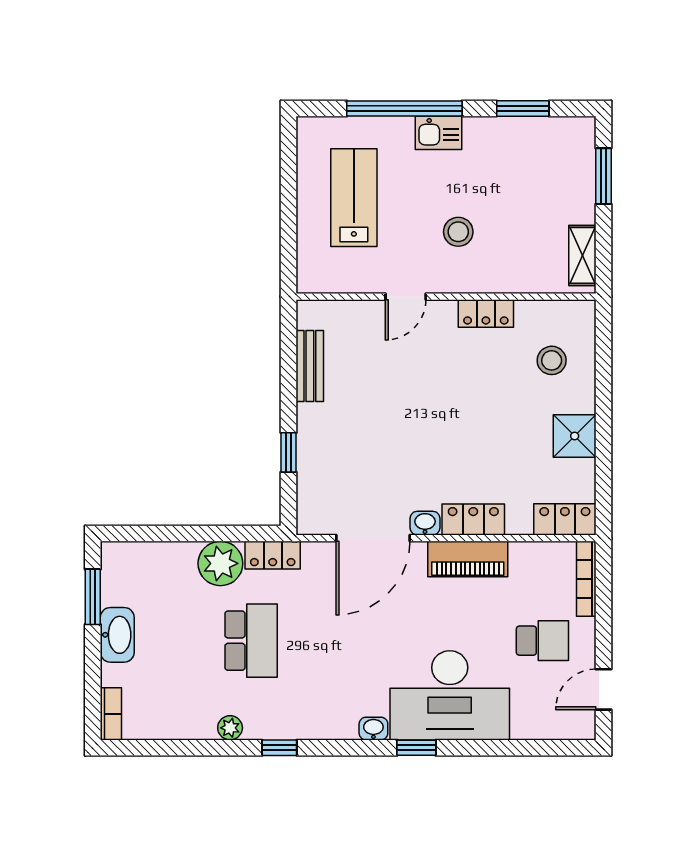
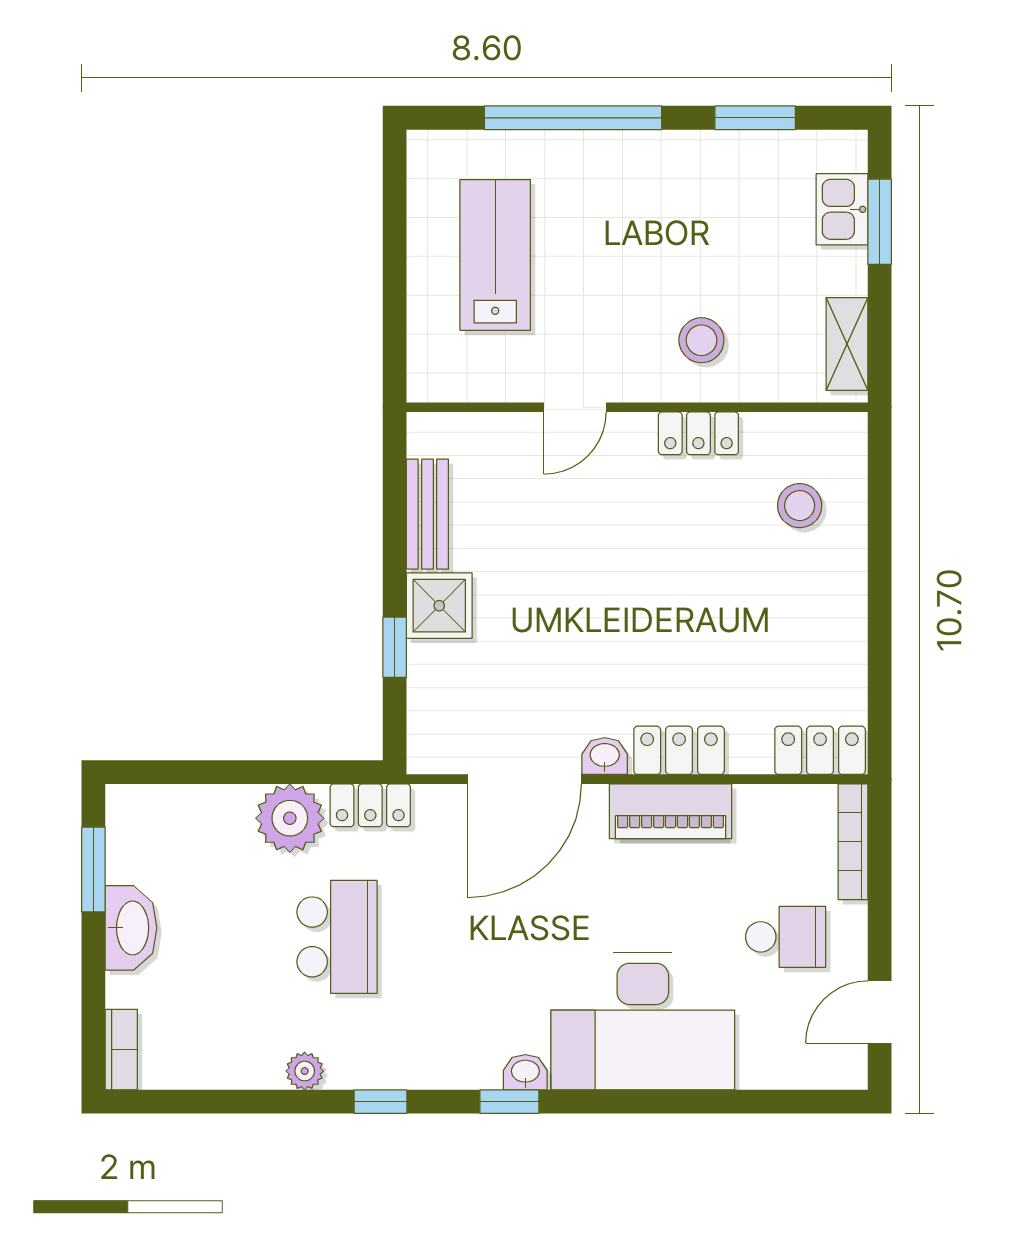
kitchen sink: (438, 133) -> (842, 209), moved, turned 90
stool: (458, 232) -> (701, 340), moved
shower: (575, 436) -> (439, 606), moved
window: (416, 748) -> (509, 1102), moved

